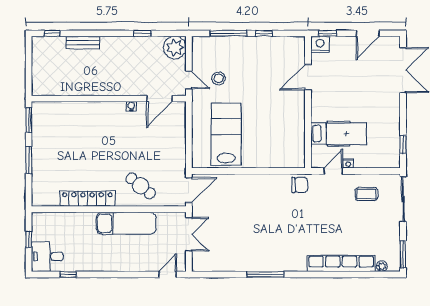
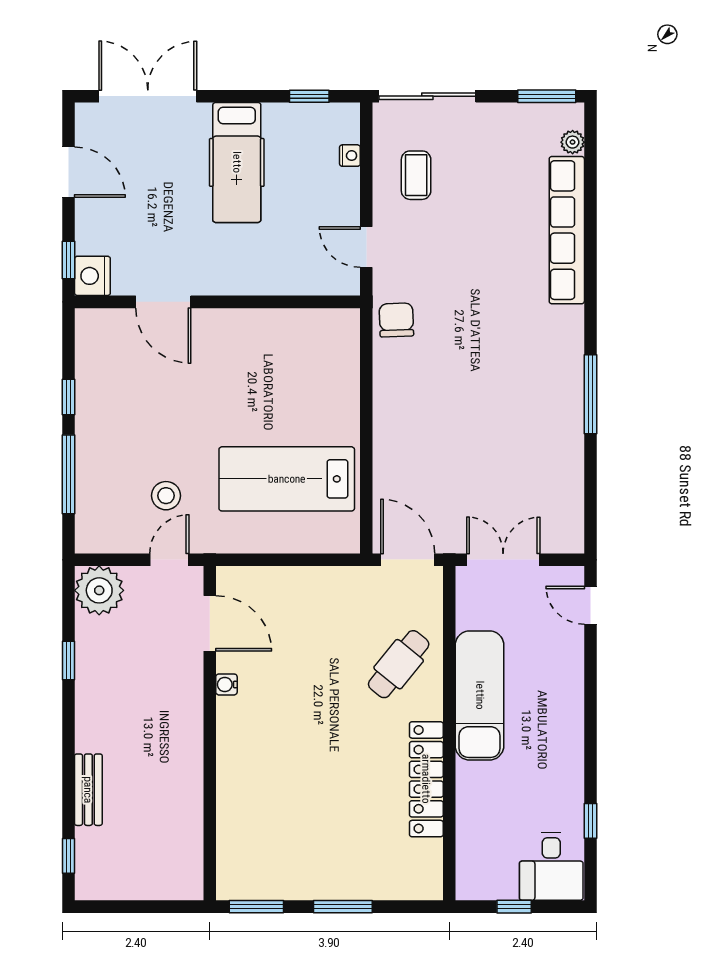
hospital bed: (339, 134) -> (237, 162), moved, turned 180
nightstand: (348, 163) -> (350, 156), moved

